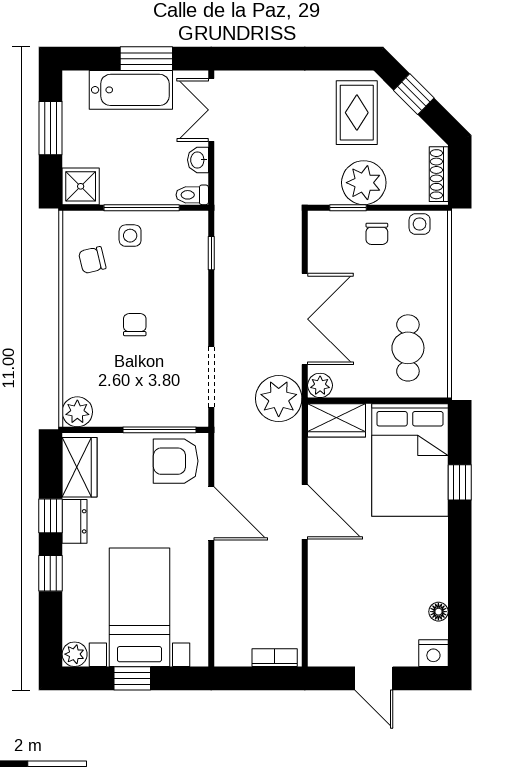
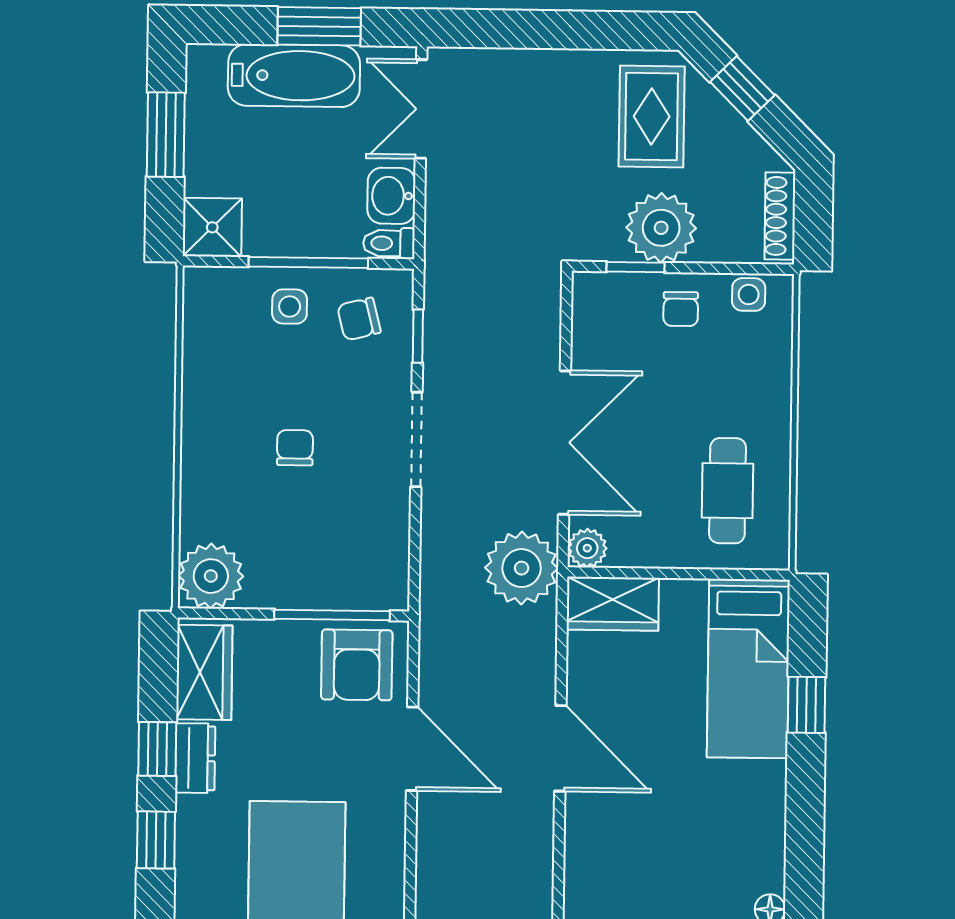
washbasin: (198, 160) -> (391, 196), width x1.38, depth x1.45
chair: (92, 260) -> (359, 319), moved
doorway: (211, 377) -> (416, 440), moved
plant: (77, 412) -> (211, 576), width x1.36, depth x1.36
bed: (410, 460) -> (748, 669), width x0.67
armchair: (176, 461) -> (357, 665), turned -90

